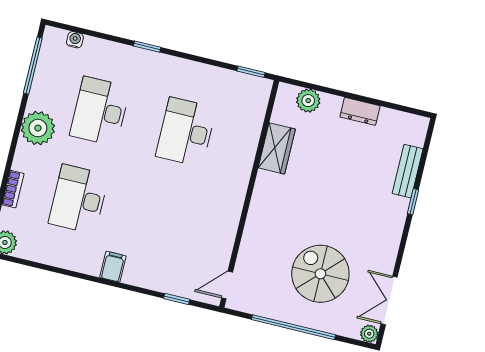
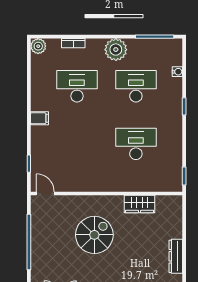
water cooler: (75, 40) -> (177, 72), moved
plant: (308, 101) -> (175, 217), removed
dresser: (360, 111) -> (176, 256), width x1.44
spiral stairs: (320, 274) -> (94, 235), moved

